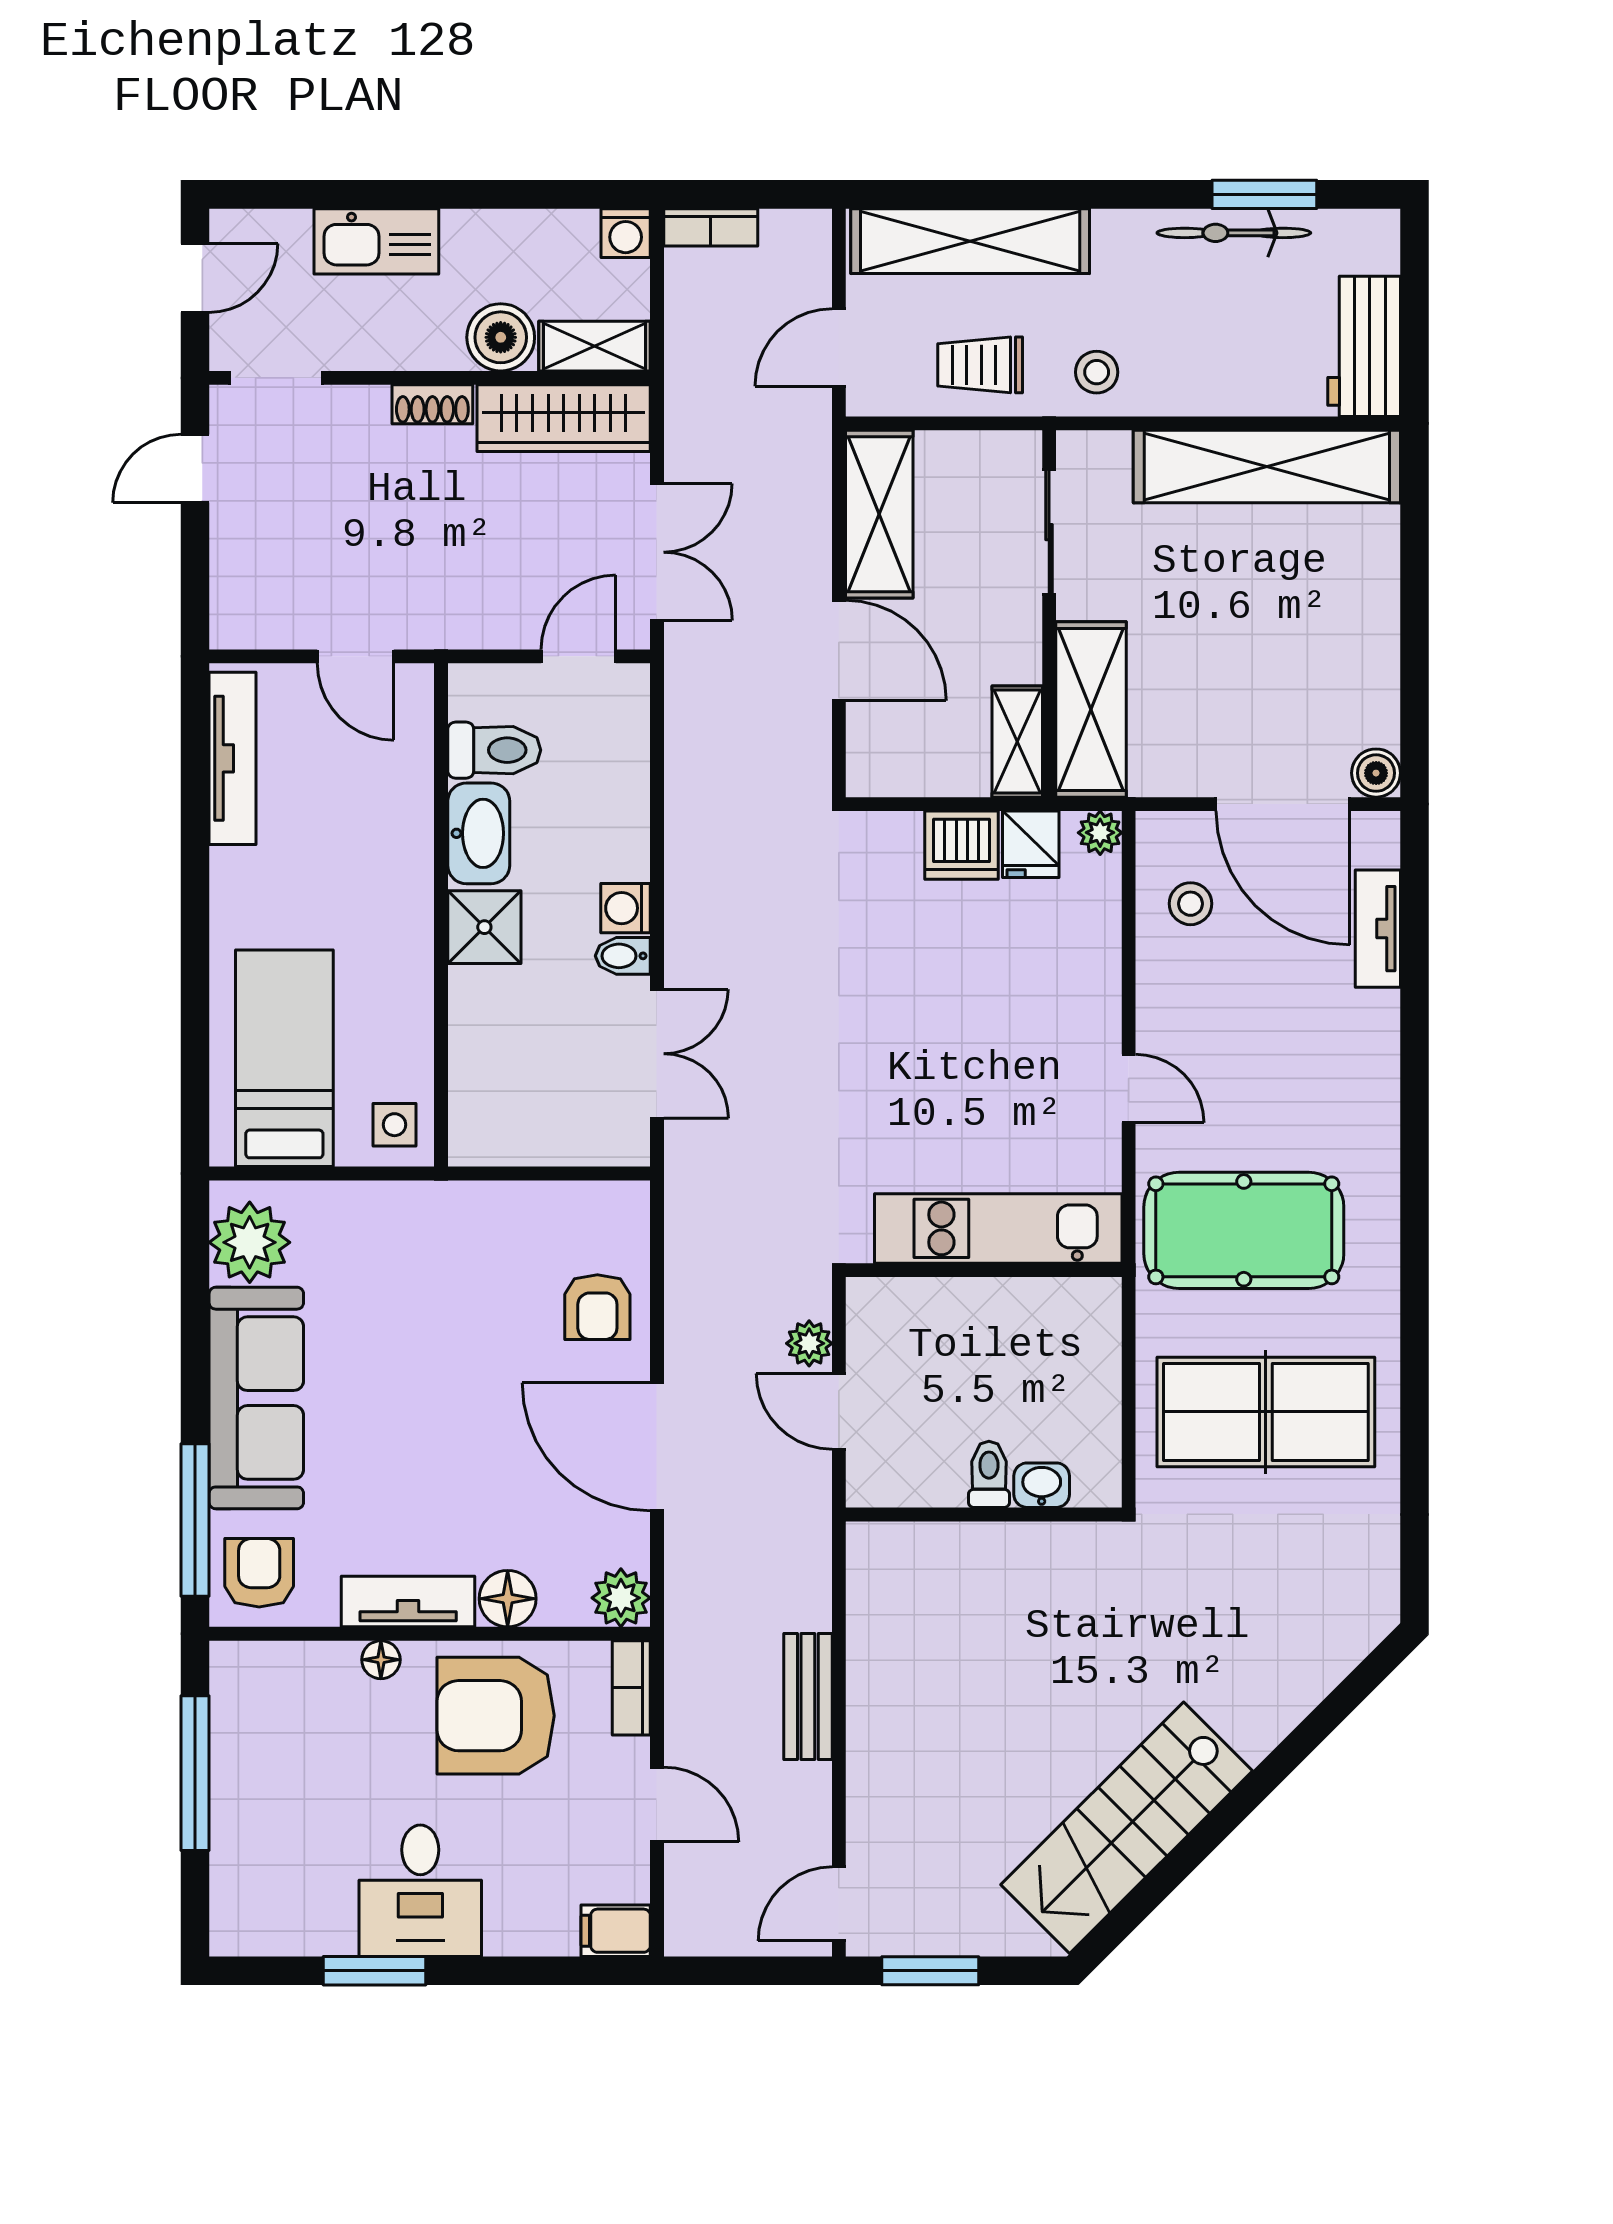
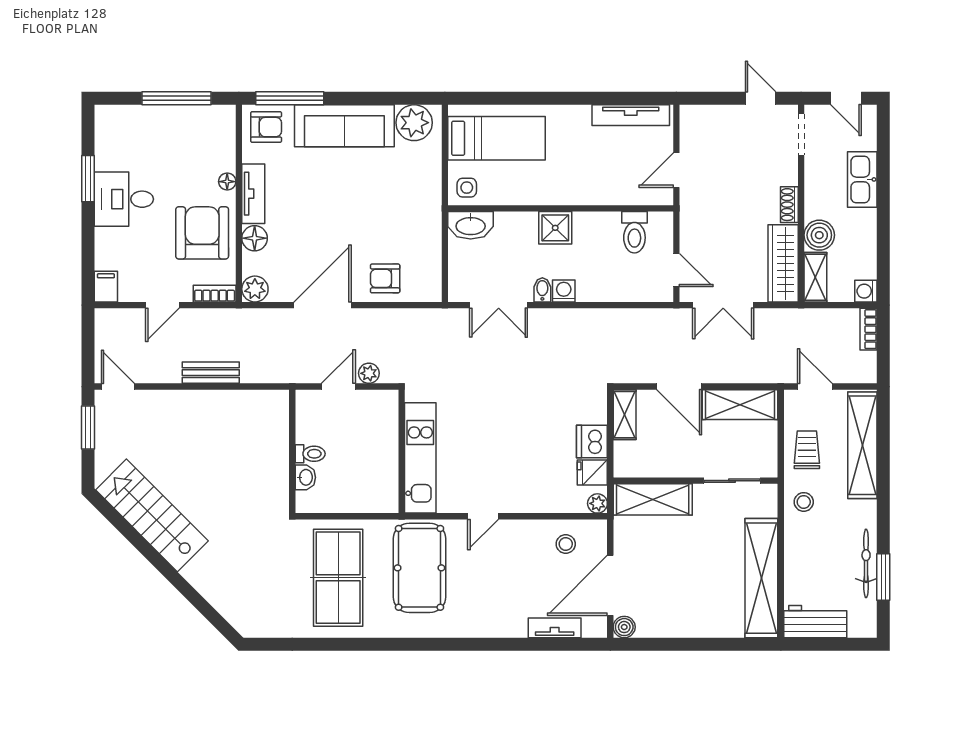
door: (839, 650) -> (679, 387), hinge flipped
shelving: (1017, 742) -> (625, 415), moved, turned 90
washbasin: (479, 833) -> (471, 225), moved

